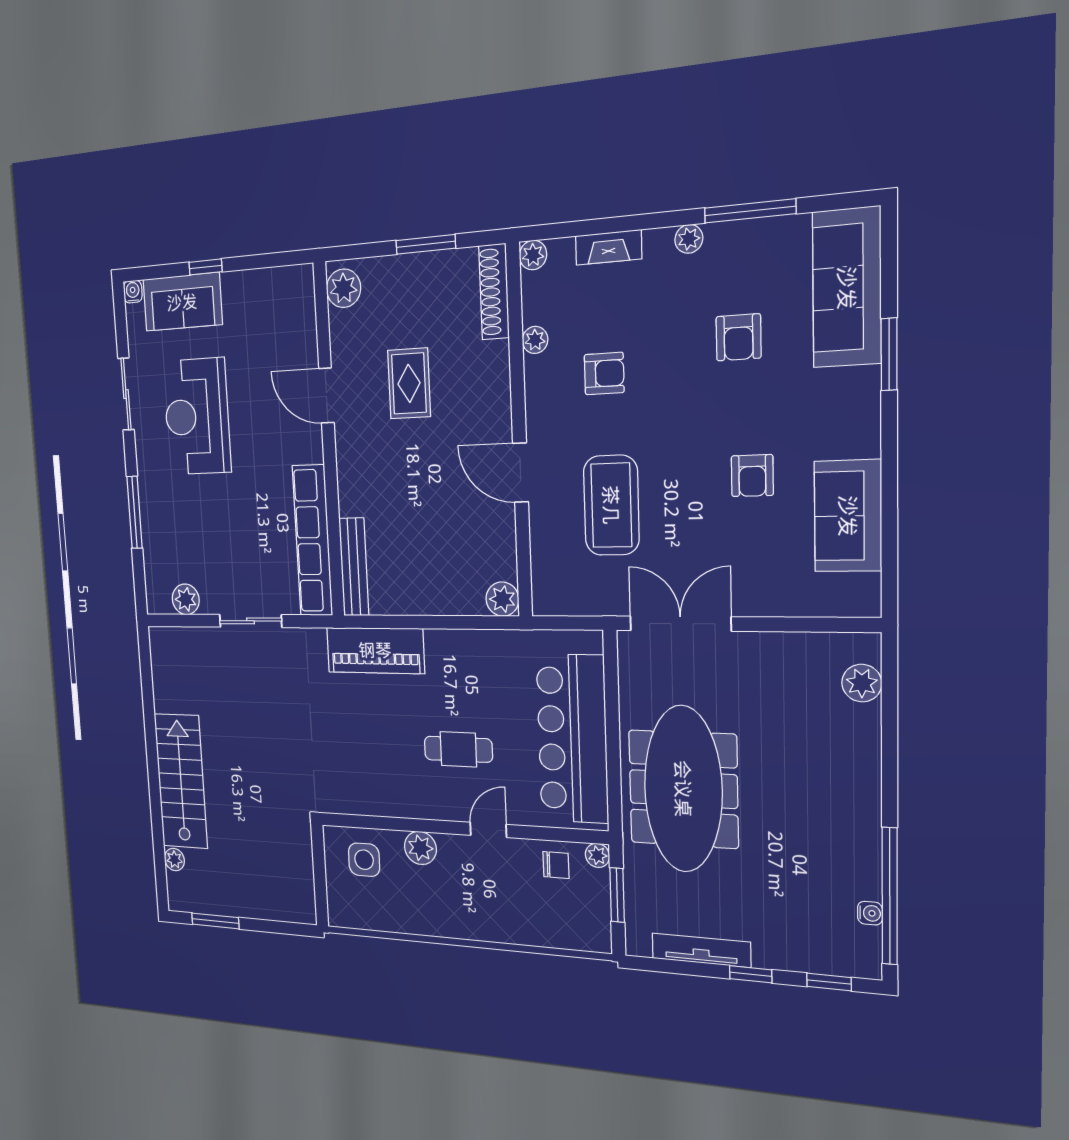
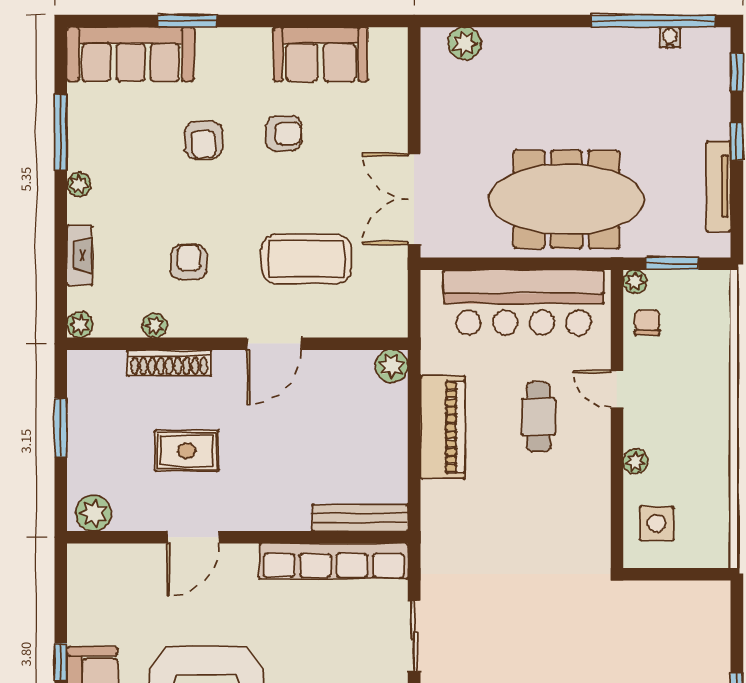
shoe rack: (494, 292) -> (169, 363), moved
armchair: (739, 337) -> (204, 140), moved, turned 90
piano: (375, 650) -> (443, 427), moved
plant: (420, 848) -> (635, 461), width x0.73, depth x0.73

